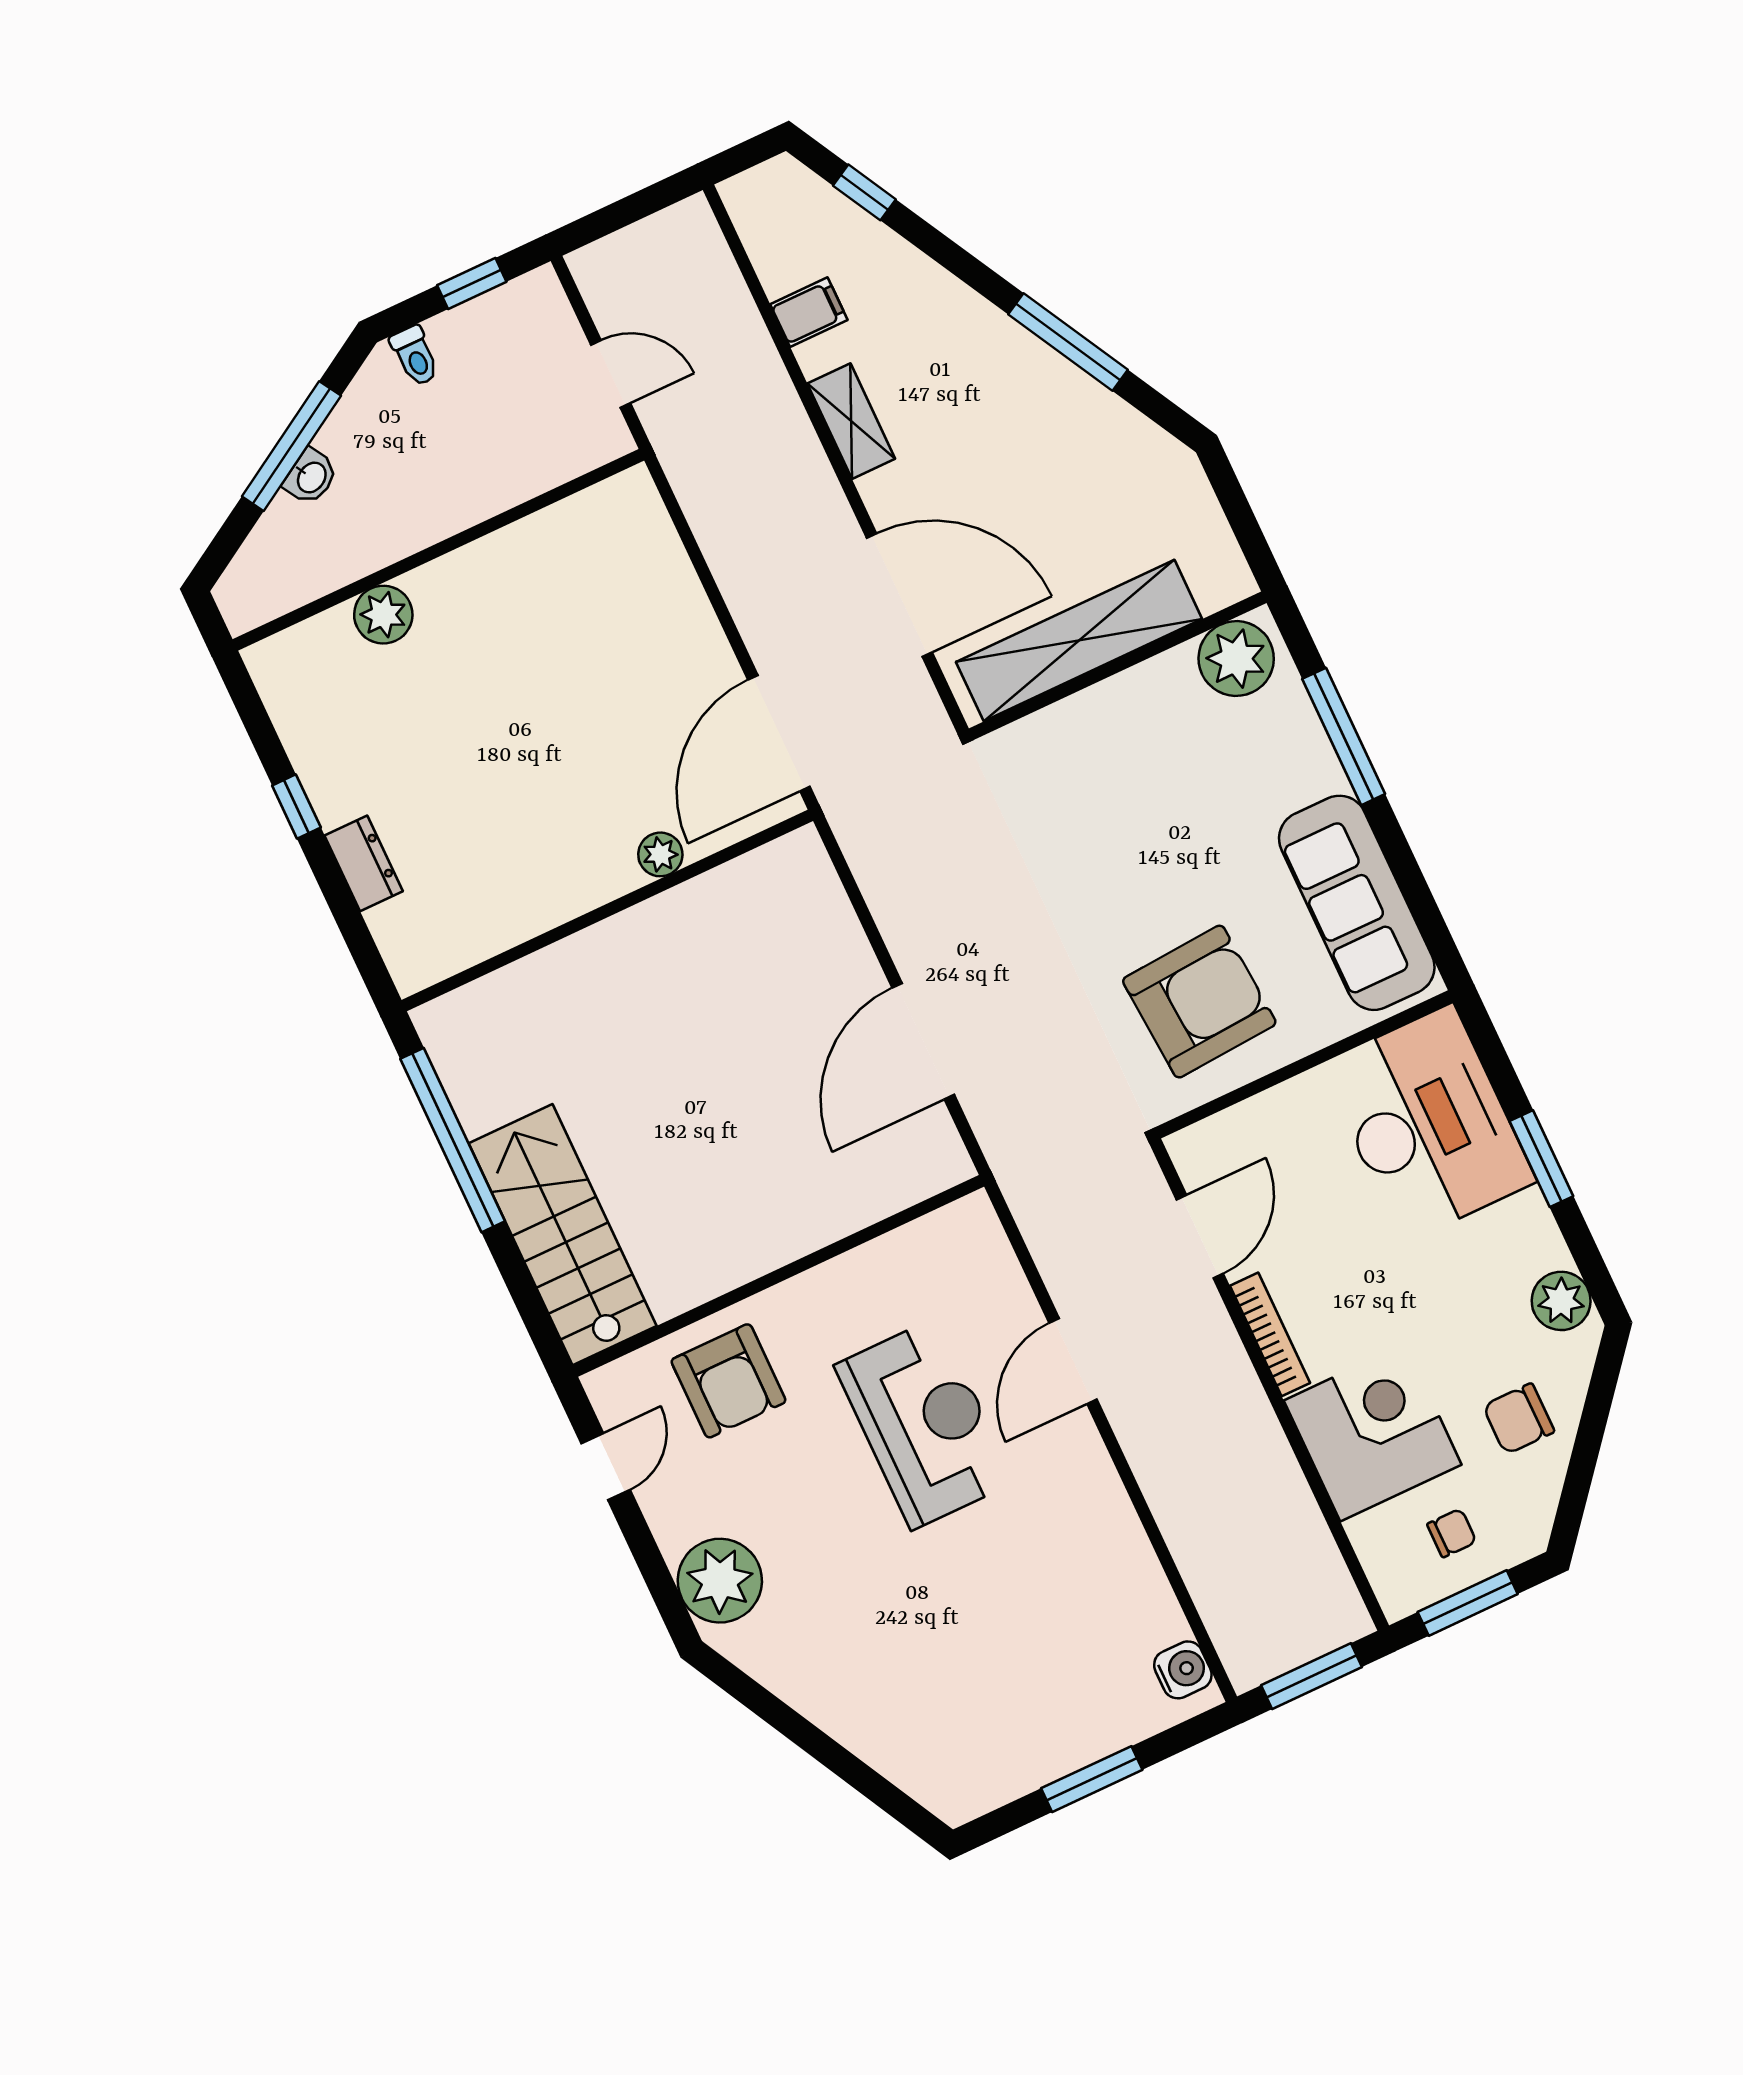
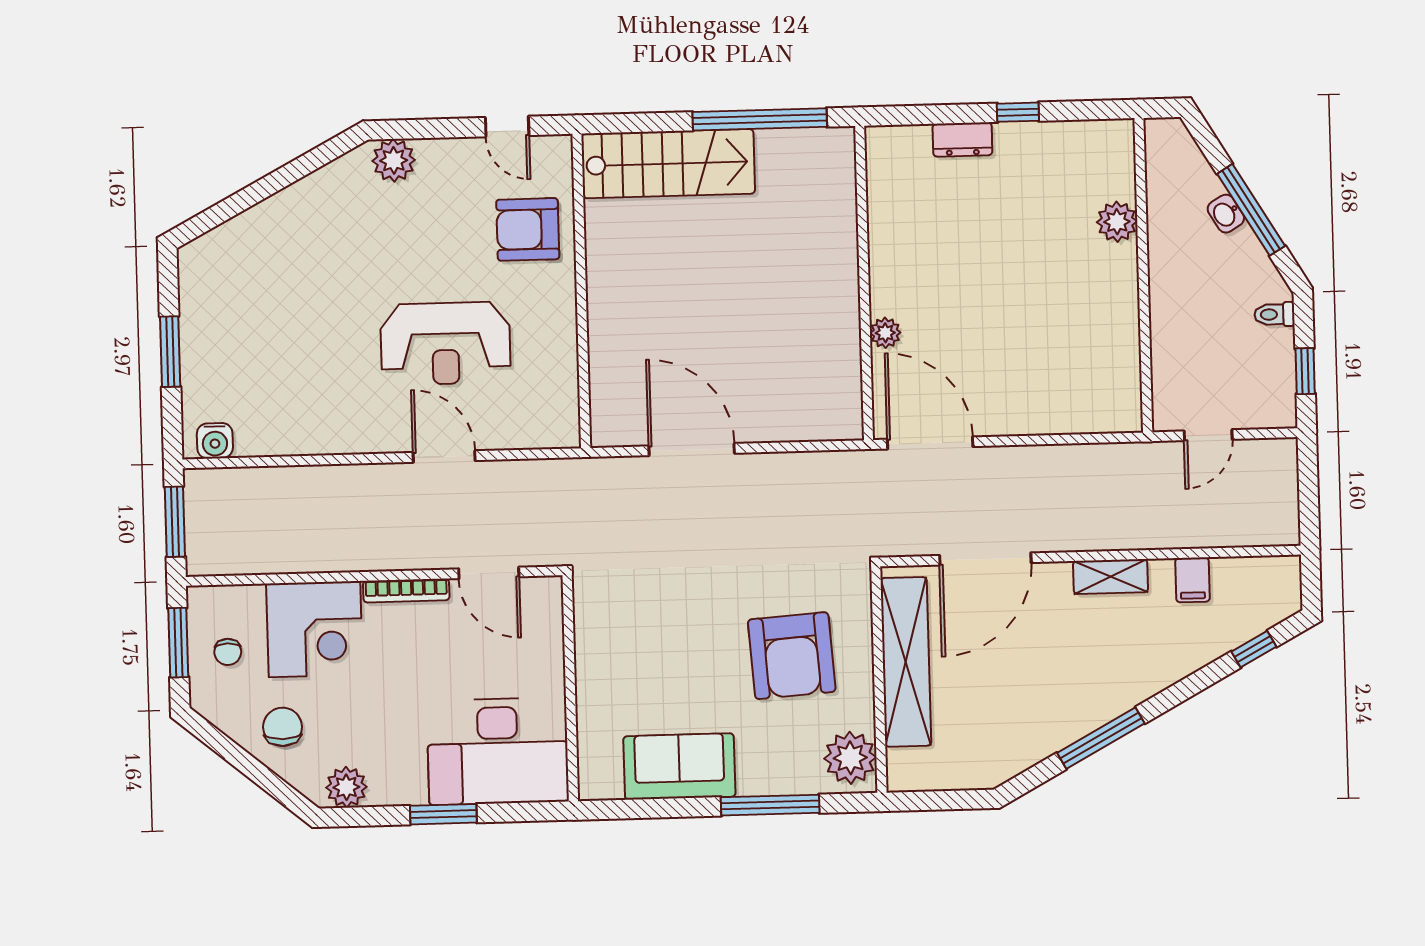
sofa: (1357, 903) -> (679, 766), width x0.73
armchair: (1199, 1002) -> (792, 656), moved
plant: (720, 1581) -> (394, 160), width x0.73, depth x0.73

